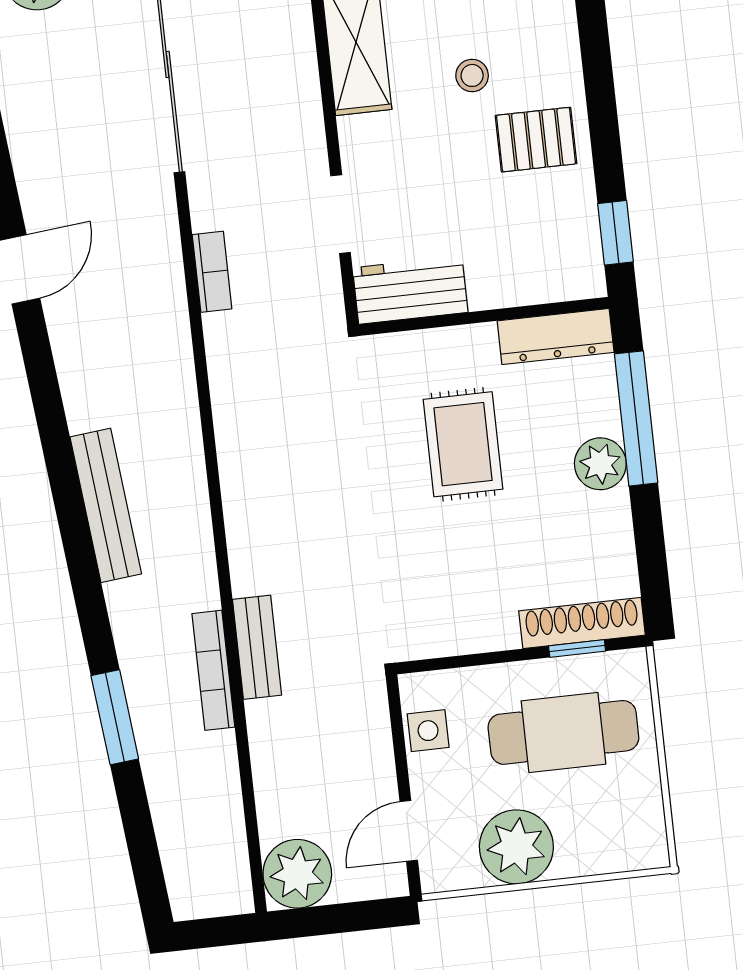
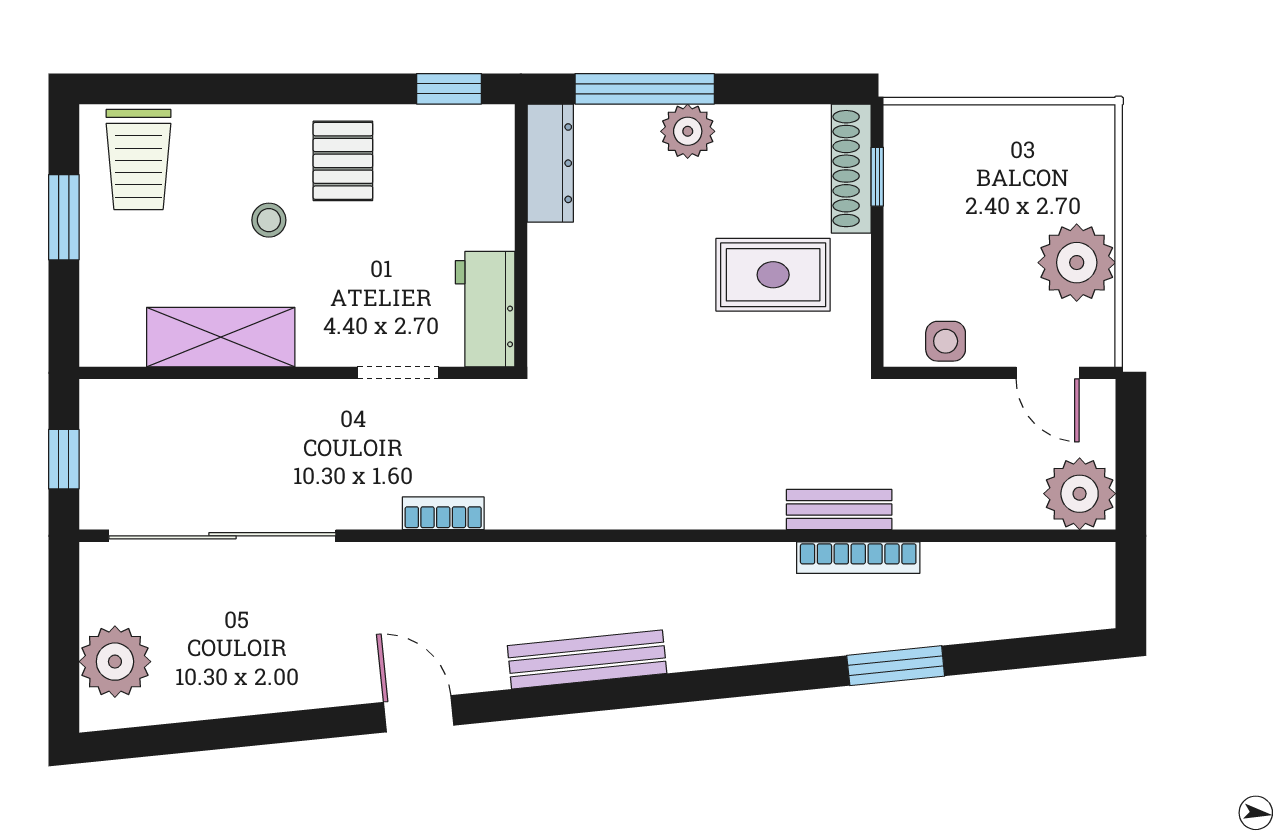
rug: (463, 444) -> (773, 275), moved
bench: (106, 505) -> (587, 660), moved
cafe table: (563, 732) -> (963, 200), removed

